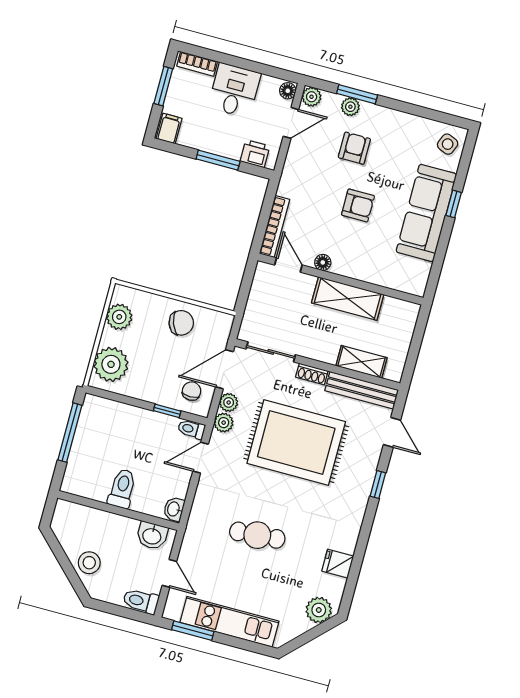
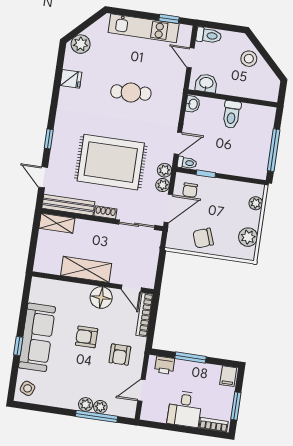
floor lamp: (288, 91) -> (146, 413), removed
window: (357, 94) -> (97, 416), width x1.44
plant: (312, 97) -> (86, 404), moved
armchair: (354, 148) -> (120, 355), moved
floor lamp: (323, 262) -> (101, 297), width x1.89, depth x1.89
shelving: (361, 362) -> (57, 223), moved
plant: (111, 364) -> (256, 203), width x0.53, depth x0.53
window: (193, 631) -> (169, 19), width x0.67

